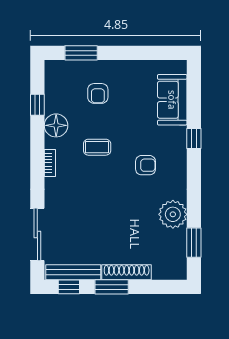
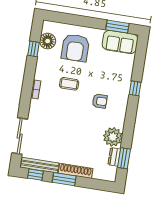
window: (81, 53) -> (117, 27), moved
armchair: (98, 93) -> (75, 48), width x1.88, depth x1.88
sofa: (172, 100) -> (120, 42), moved, turned -90
floor lamp: (56, 125) -> (48, 41), moved
dresser: (180, 243) -> (114, 157), added

